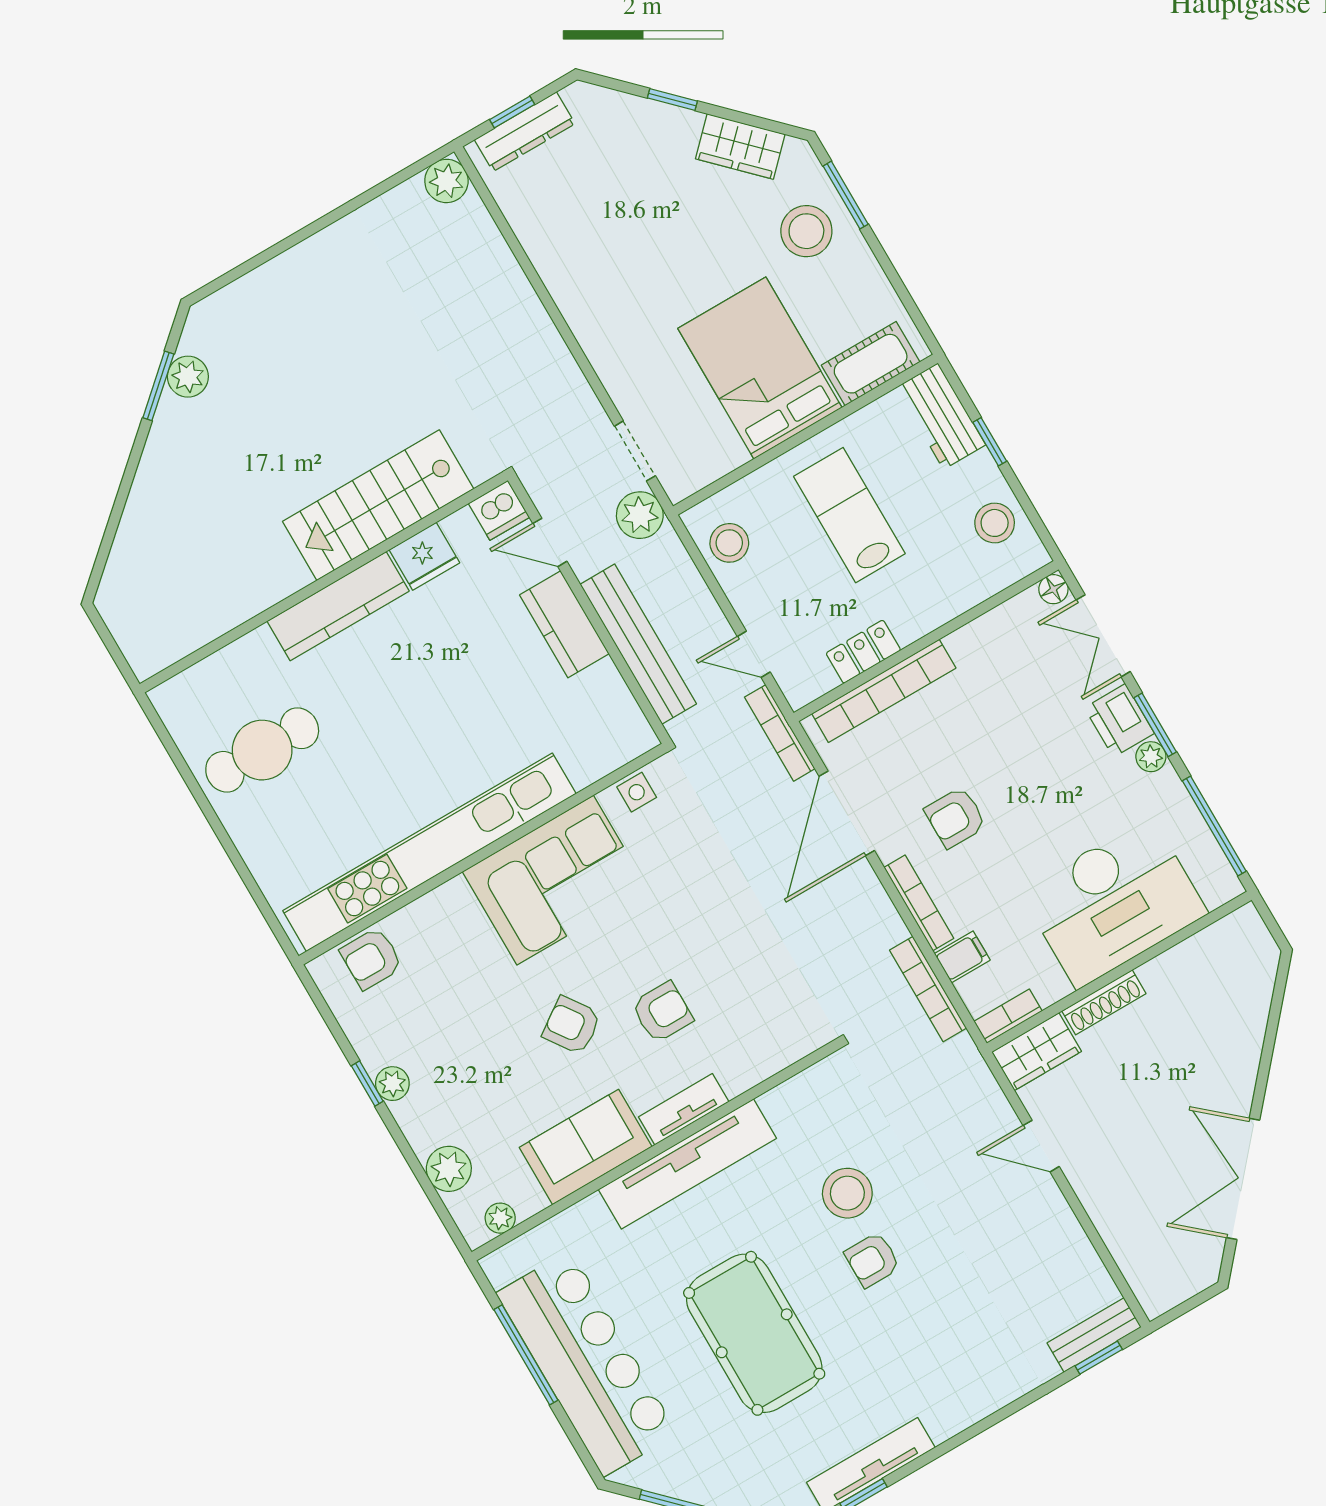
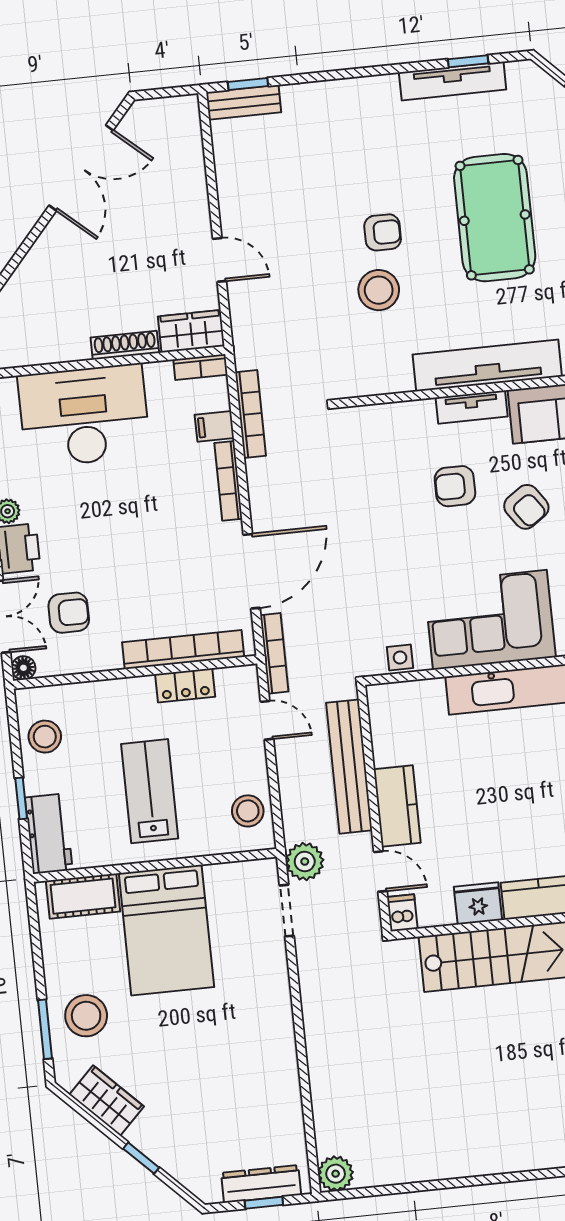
dishwasher: (499, 510) -> (402, 913), width x0.73
lab bench: (849, 515) -> (150, 791), turned 180
armchair: (955, 818) -> (69, 613), moved

